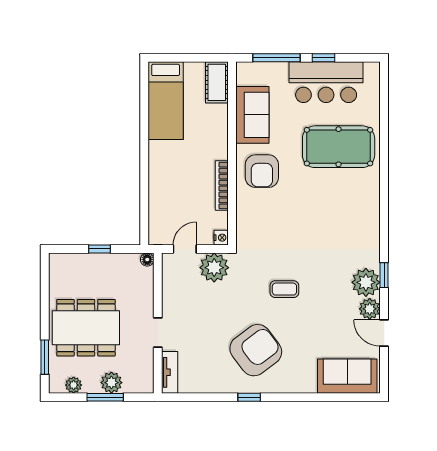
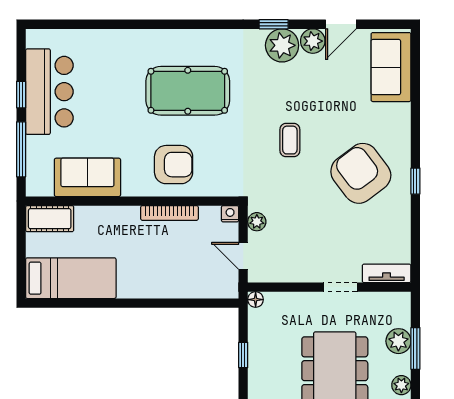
pool table: (339, 147) -> (188, 91), moved, turned 90
armchair: (262, 171) -> (174, 165), moved
plant: (214, 268) -> (257, 222), width x0.53, depth x0.53

